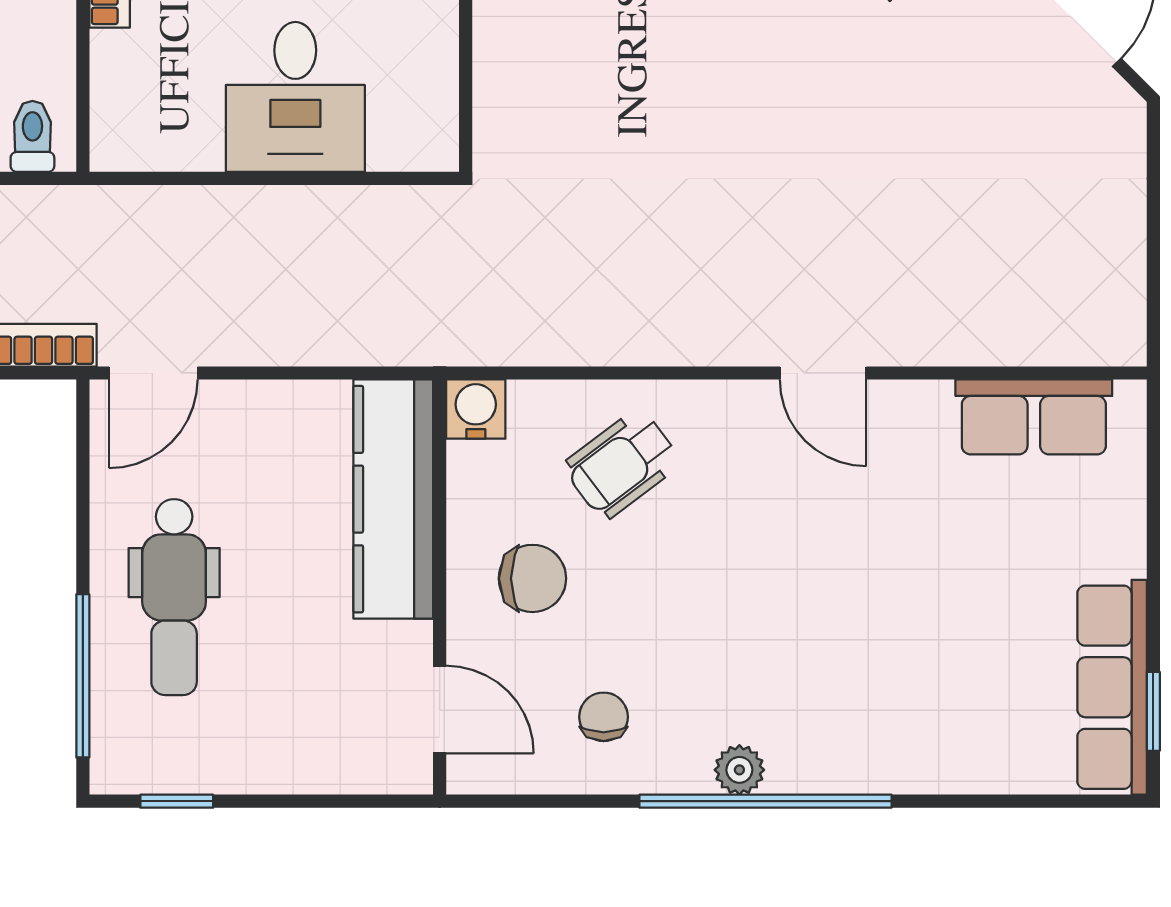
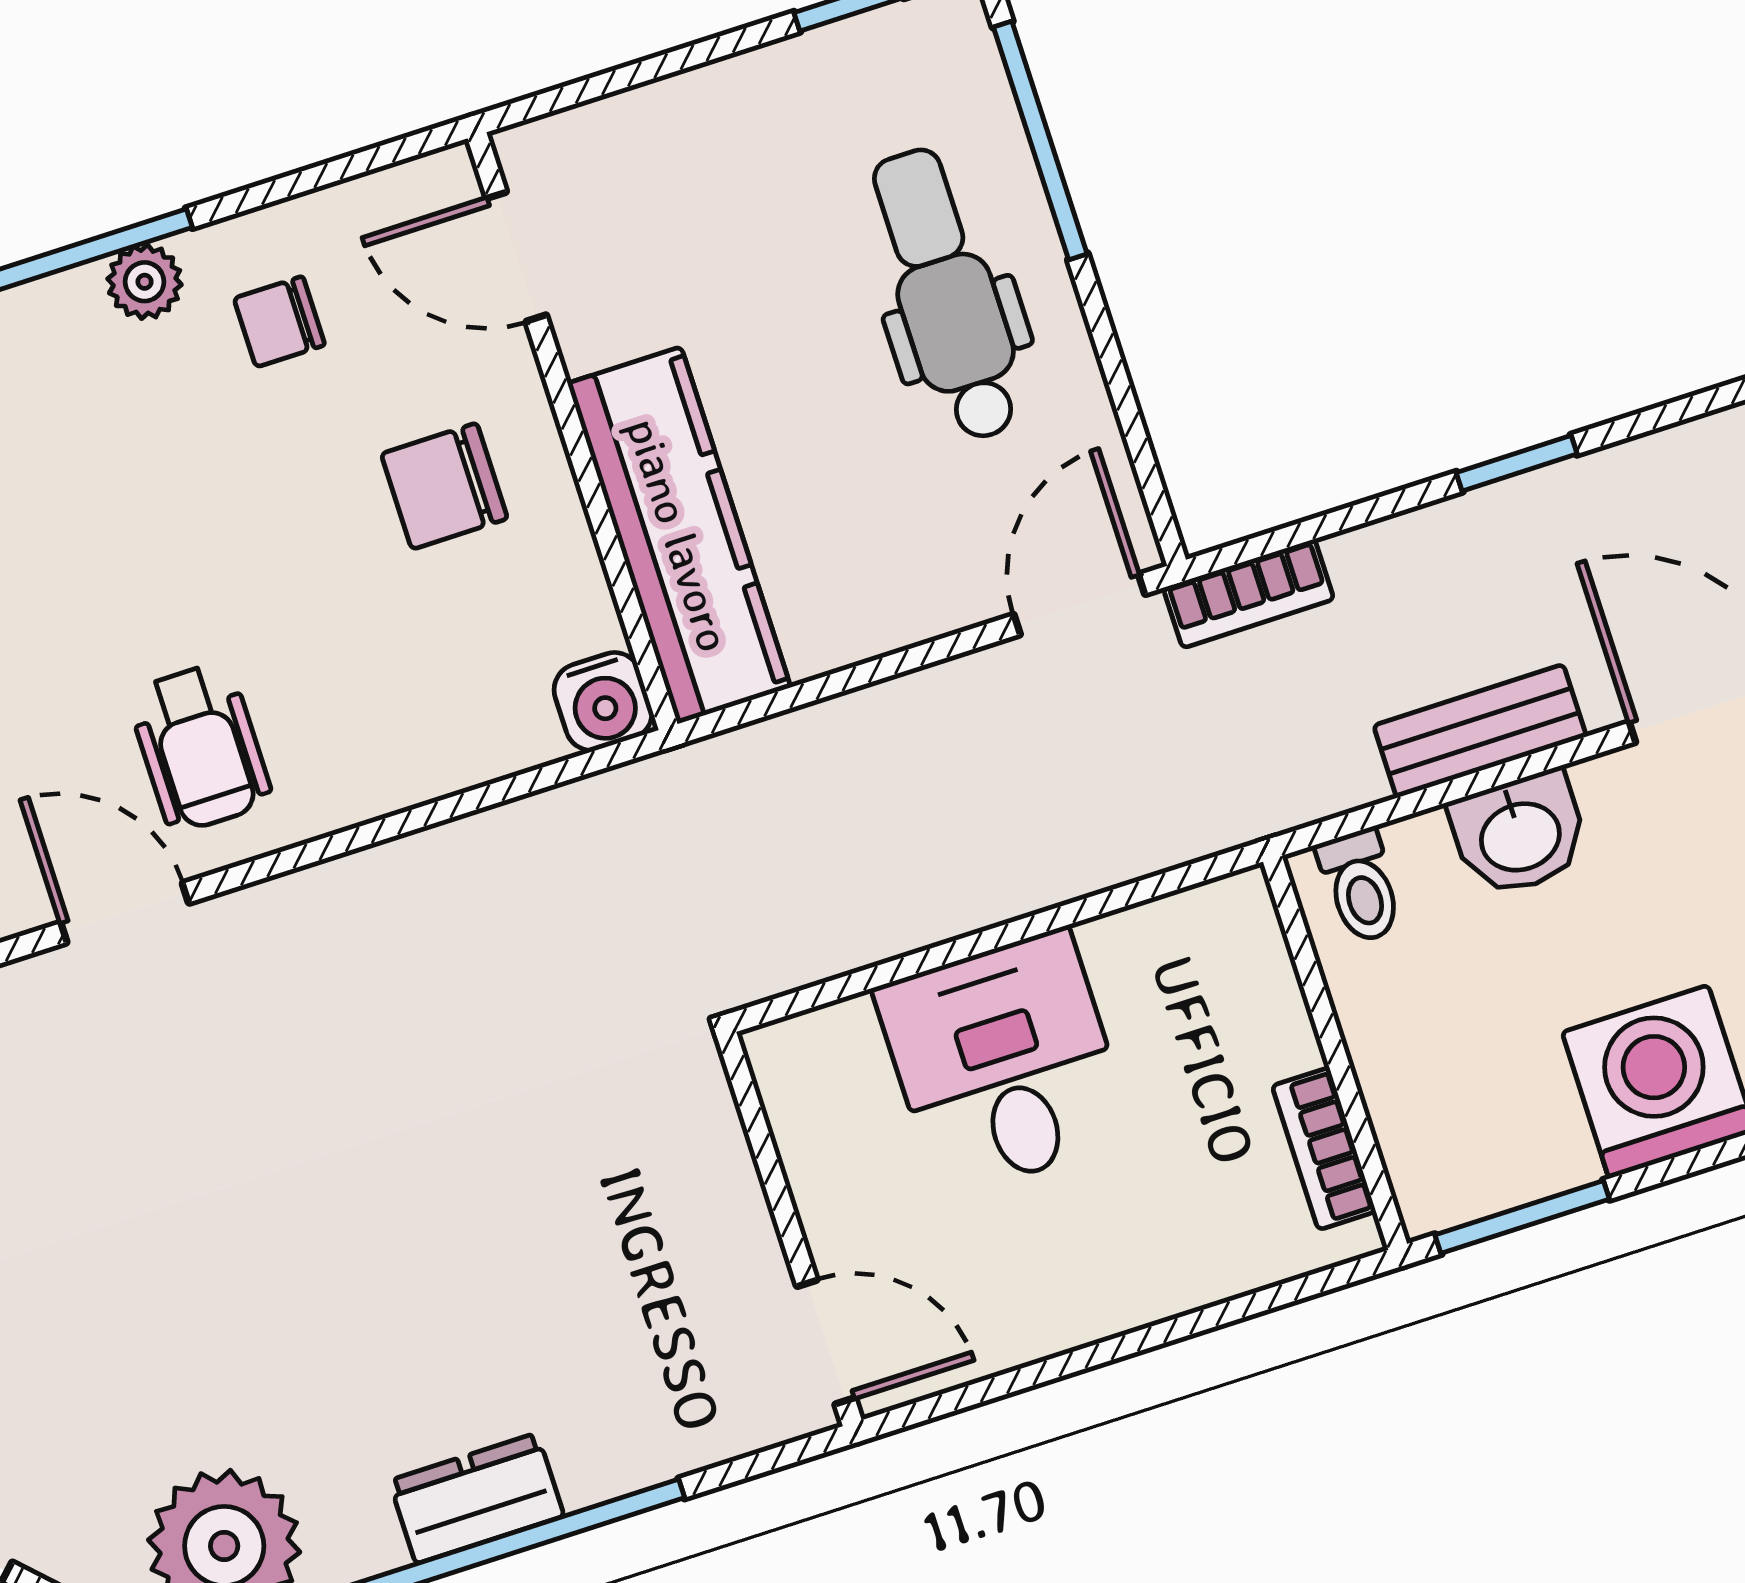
wheelchair: (622, 464) -> (200, 747), moved, turned 127
chair: (604, 717) -> (279, 322), turned 90
plant: (739, 770) -> (145, 282), moved

